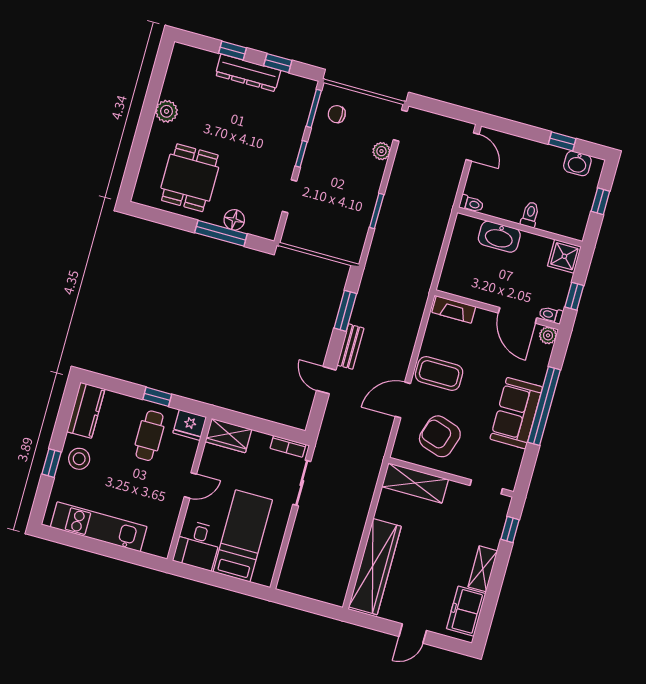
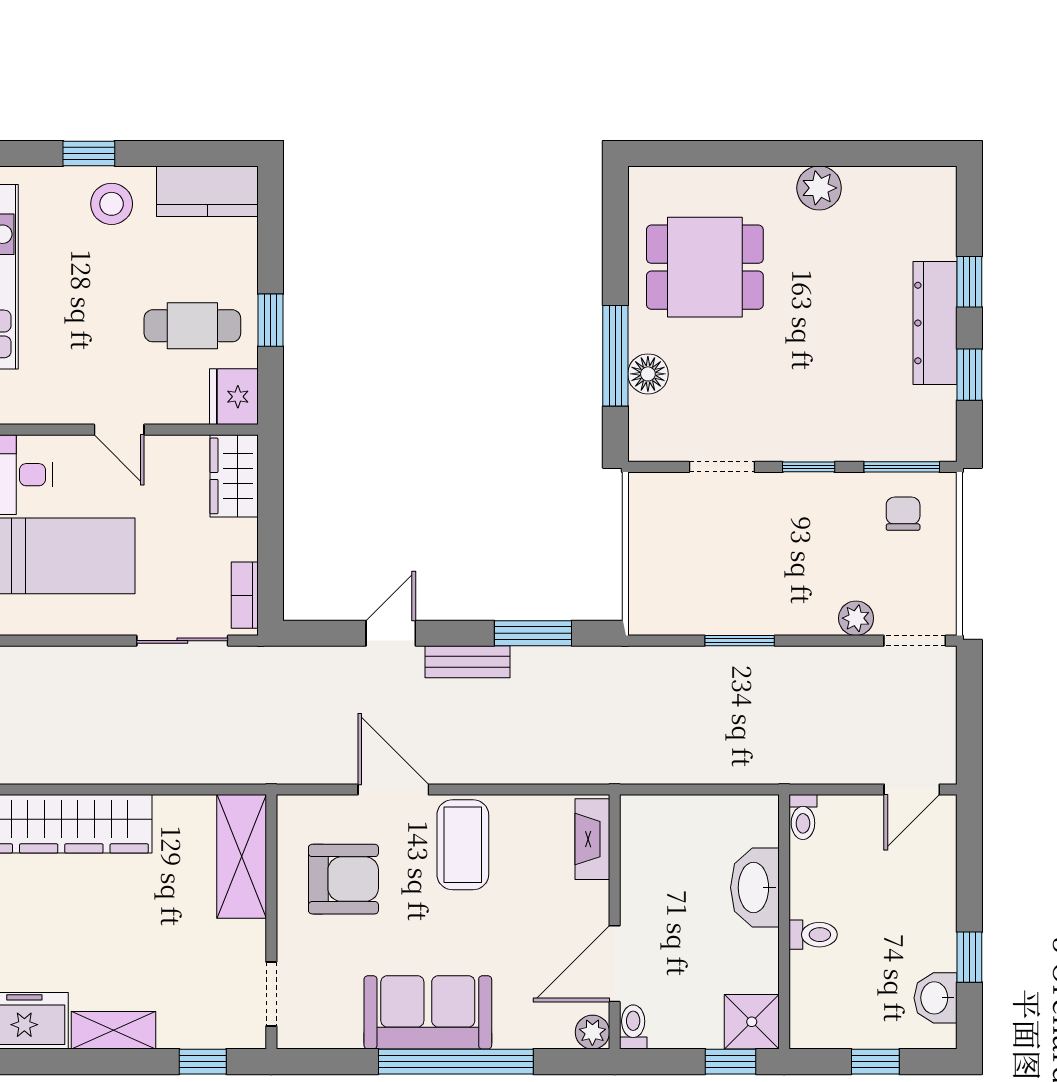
window: (574, 296) -> (731, 1062), moved
armchair: (440, 436) -> (343, 879), turned 72

